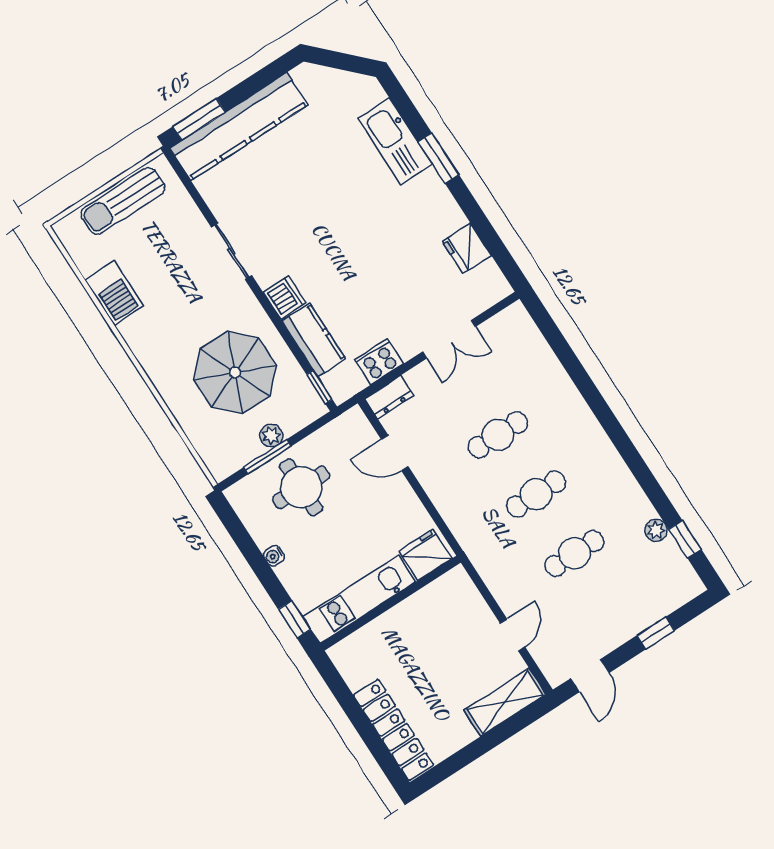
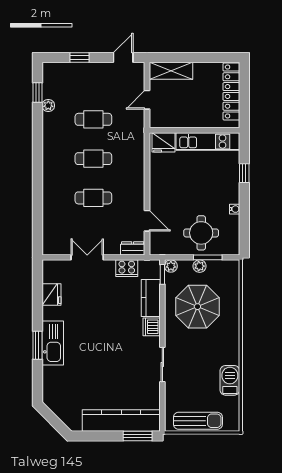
kitchen sink: (395, 141) -> (53, 343), moved
plant: (315, 408) -> (171, 266), added
fridge: (425, 555) -> (164, 142), moved
kitchen unit: (359, 599) -> (208, 142), moved
wall: (390, 603) -> (194, 130), moved

